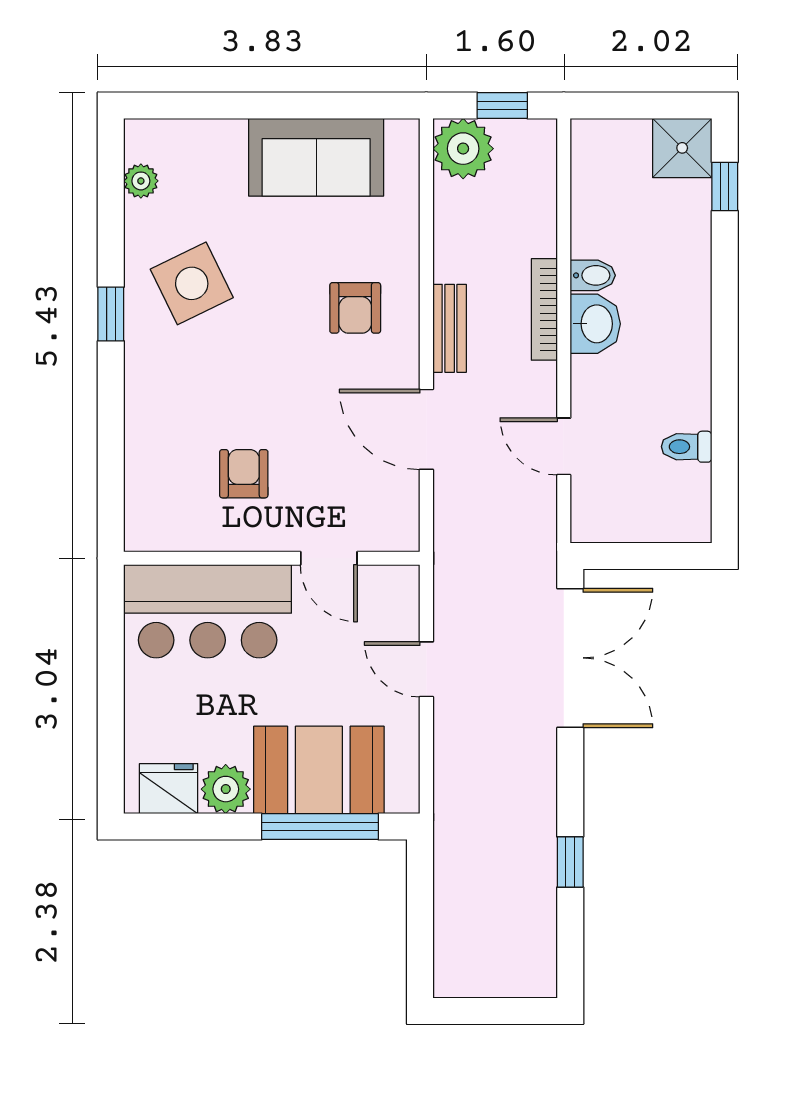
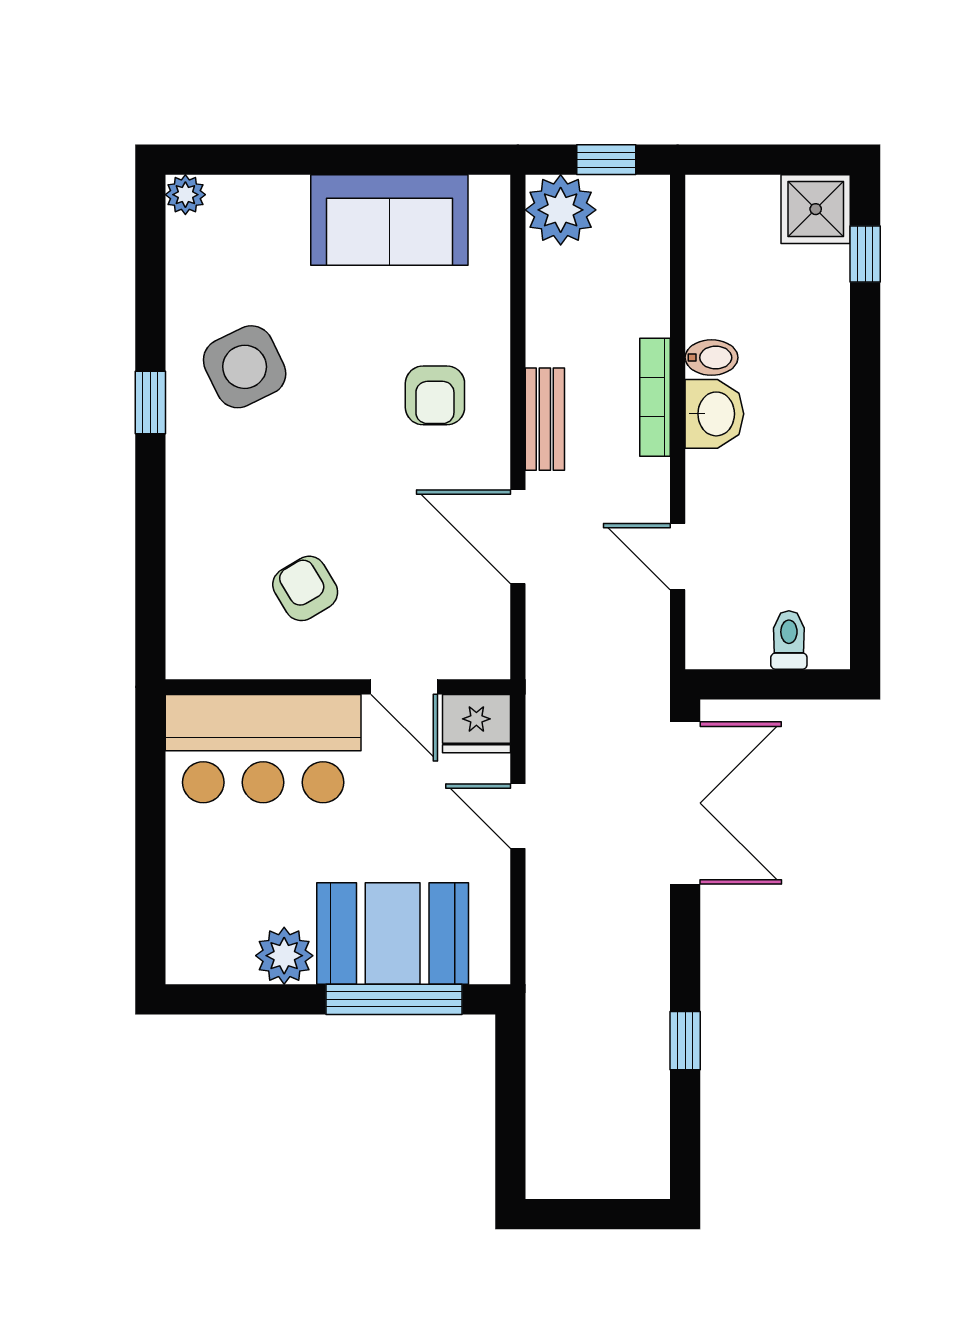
plant: (141, 181) -> (185, 195), moved
toilet: (687, 447) -> (789, 640), moved, turned 90
armchair: (244, 474) -> (305, 588), turned -31
fridge: (169, 789) -> (476, 724), moved, turned 180

